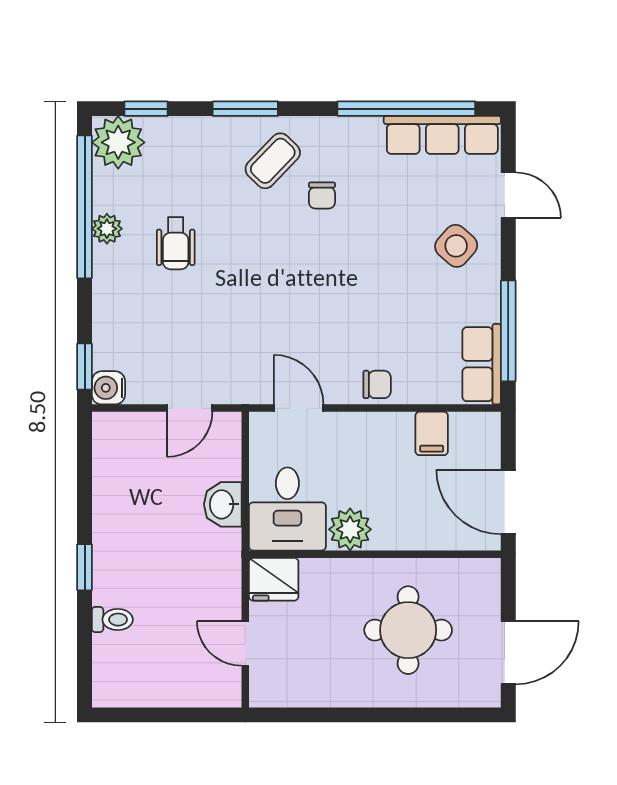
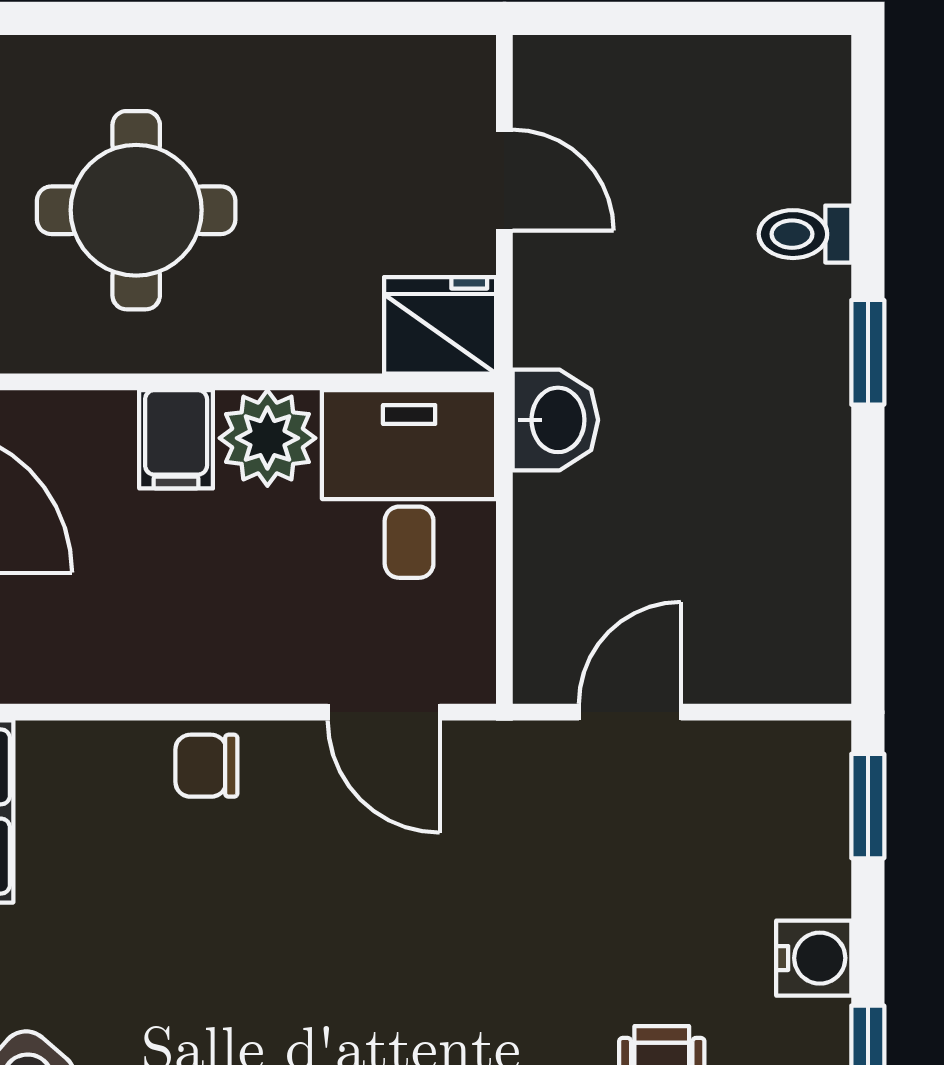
water cooler: (108, 388) -> (814, 958), moved
filing cabinet: (432, 433) -> (176, 439), moved, turned 180
washbasin: (223, 504) -> (555, 420), moved

